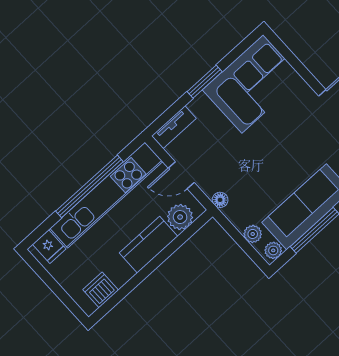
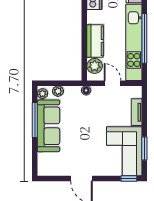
window: (281, 47) -> (129, 178), added
window: (205, 82) -> (144, 149), moved
tv unit: (174, 127) -> (137, 112), moved
door: (181, 175) -> (113, 83), hinge flipped

